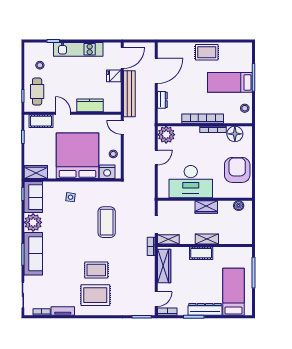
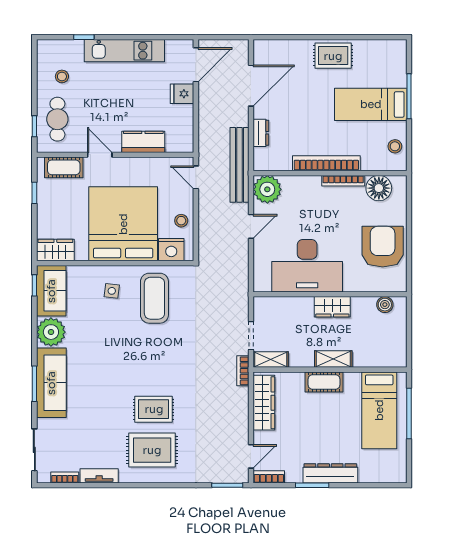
bench: (129, 94) -> (239, 165), moved
coffee table: (107, 222) -> (154, 298), moved
bed: (233, 292) -> (379, 410), moved, turned 180

